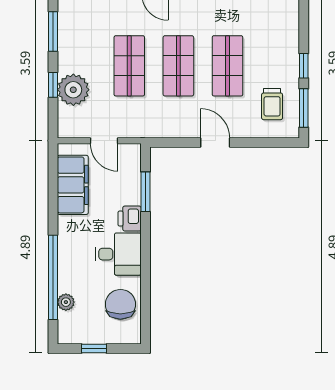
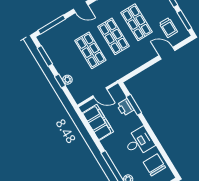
plant: (73, 90) -> (67, 80), width x0.53, depth x0.53
door: (215, 142) -> (167, 53), moved
printer: (130, 219) -> (125, 107), moved

